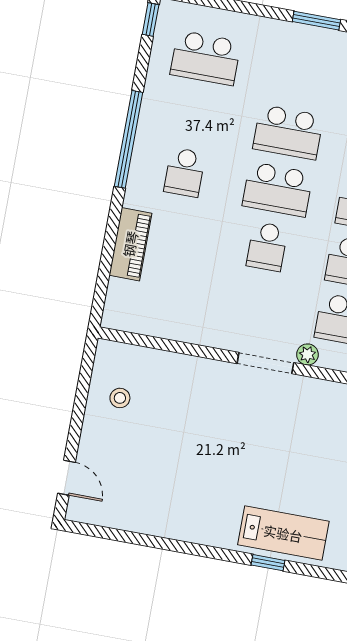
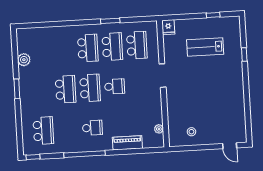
plant: (307, 354) -> (159, 129), moved
door: (66, 478) -> (230, 146), swing flipped
lab bench: (283, 533) -> (205, 47), moved, turned -90

